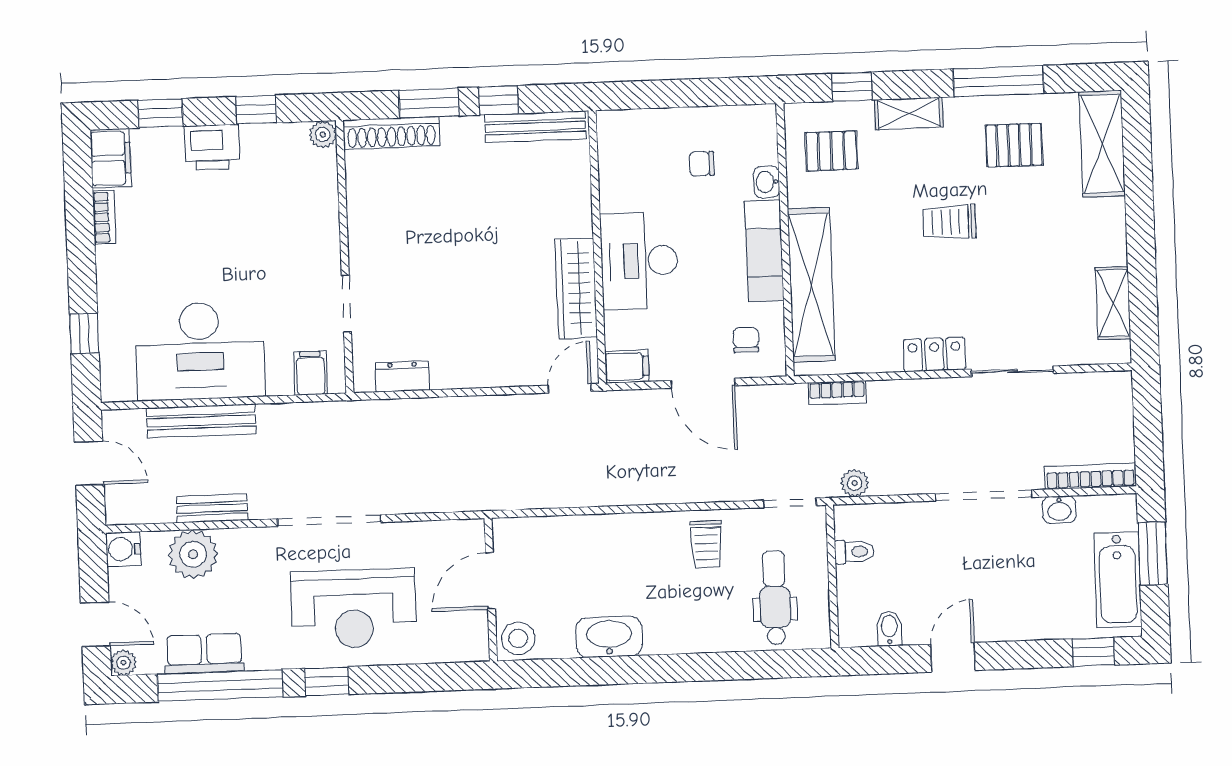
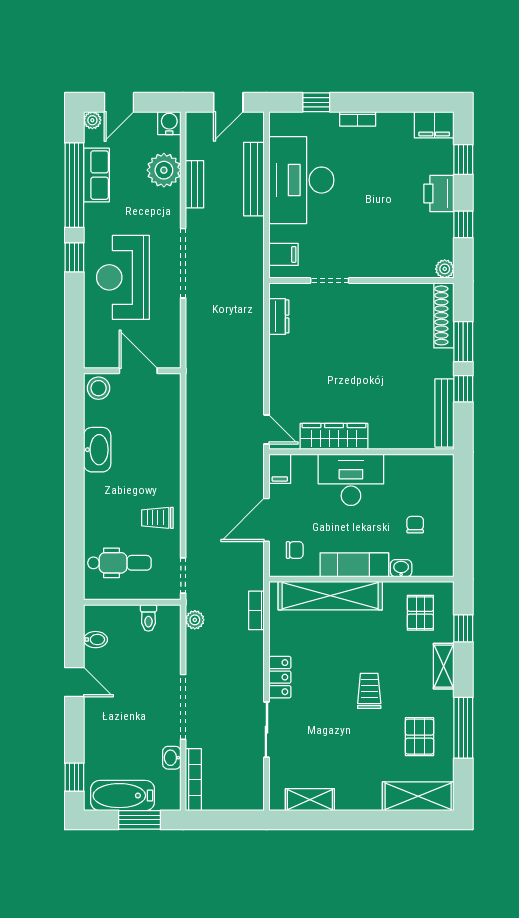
bookcase: (104, 217) -> (358, 119), moved

